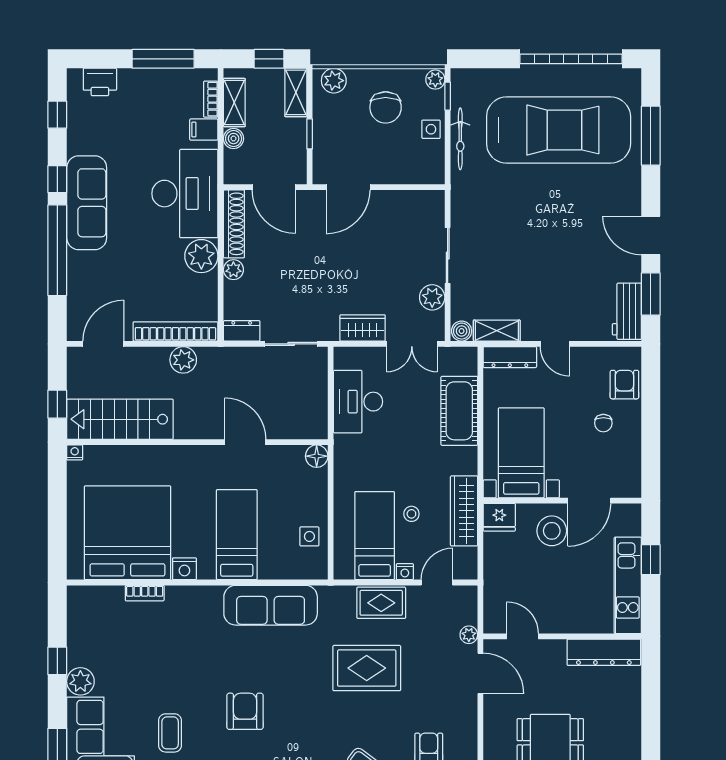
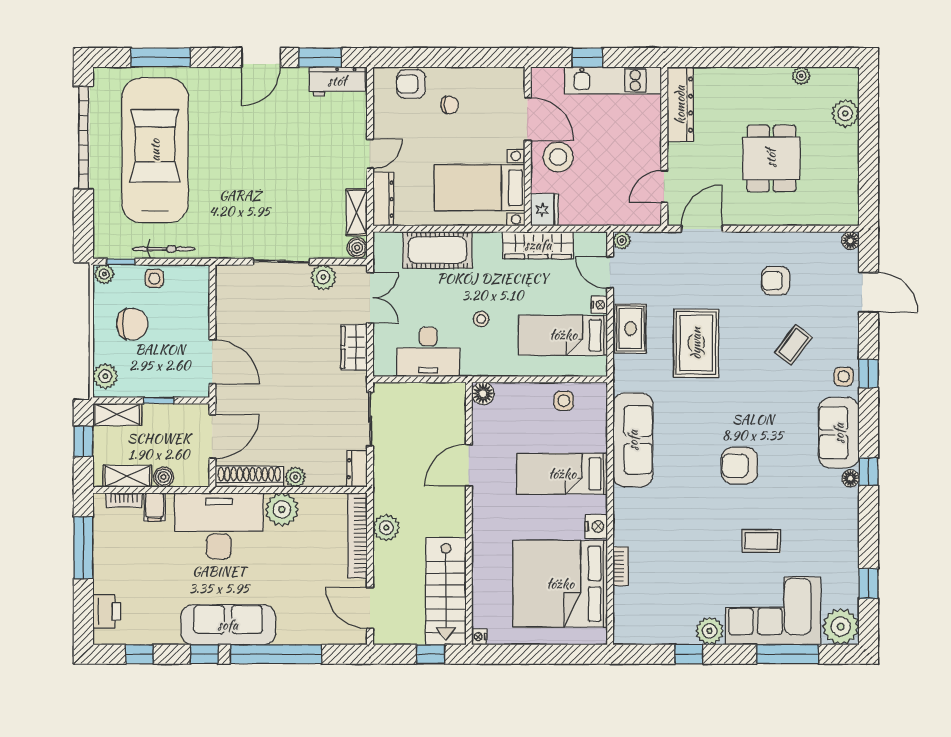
stool: (411, 514) -> (481, 319), moved
plant: (469, 635) -> (622, 240), moved

